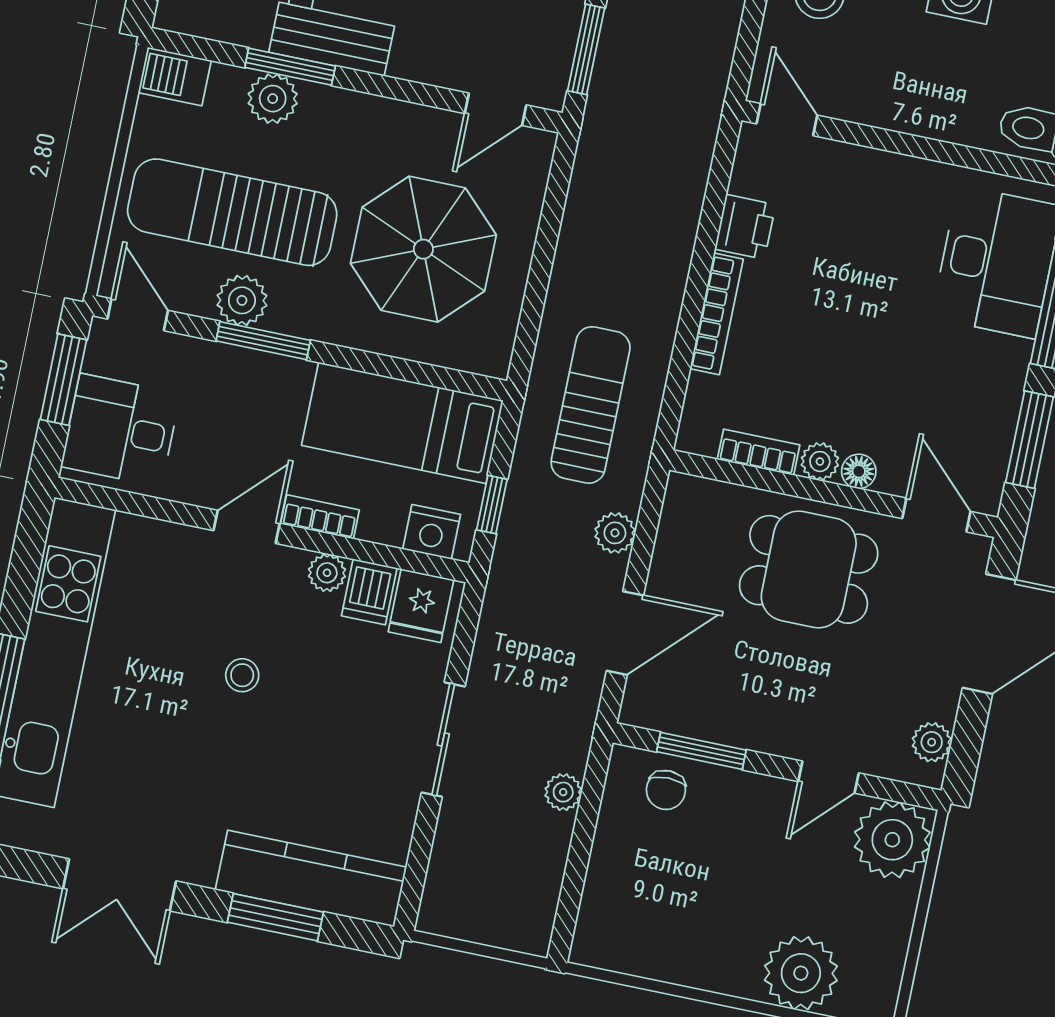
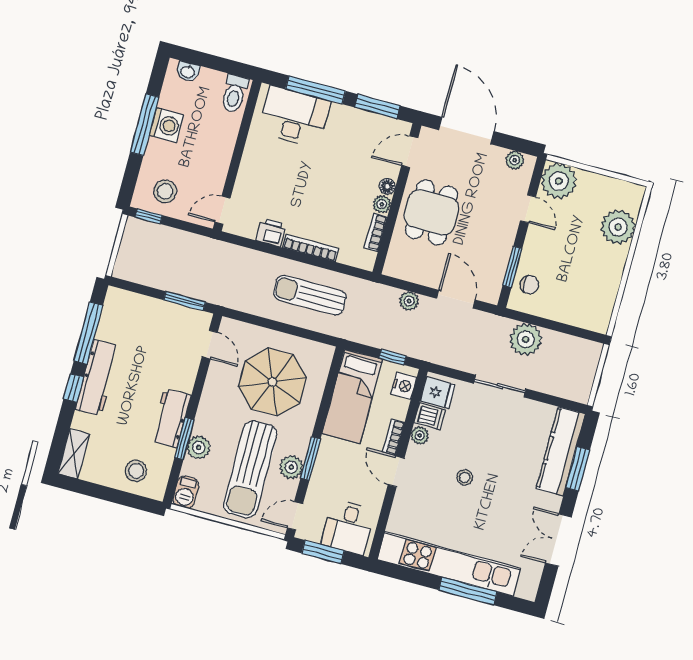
sun lounger: (591, 405) -> (310, 295), moved
plant: (563, 792) -> (526, 339), width x1.87, depth x1.87
double door: (120, 885) -> (558, 540), swing flipped

